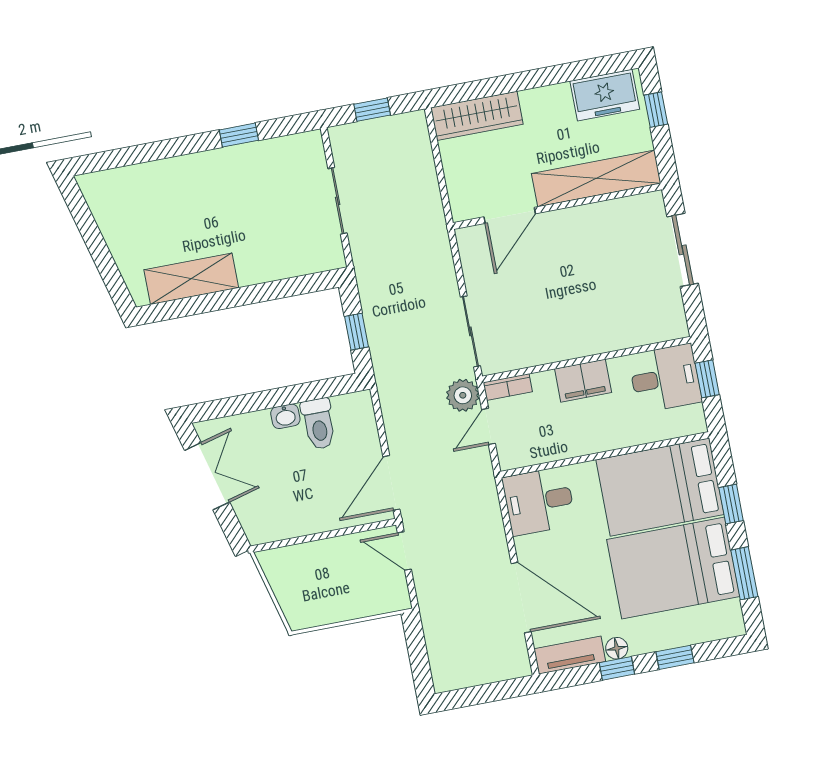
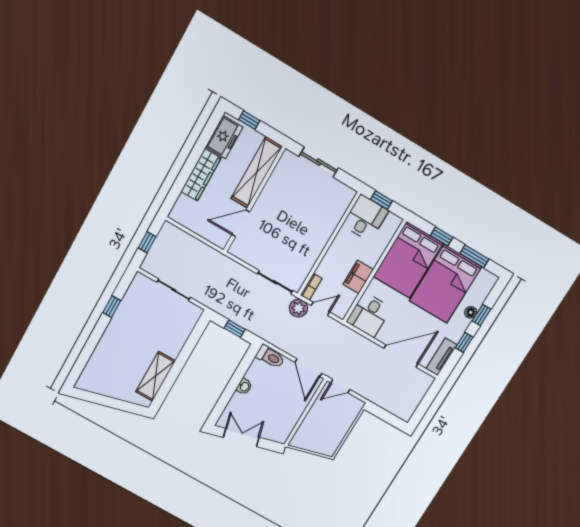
wardrobe: (477, 116) -> (201, 175), moved
door: (510, 215) -> (241, 223), swing flipped
filing cabinet: (583, 381) -> (358, 277), moved, turned 180
toilet: (319, 424) -> (270, 357), moved
door: (489, 426) -> (320, 309), swing flipped
floor lamp: (617, 648) -> (471, 312), moved

